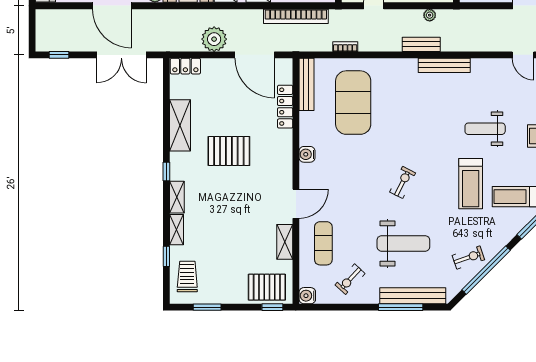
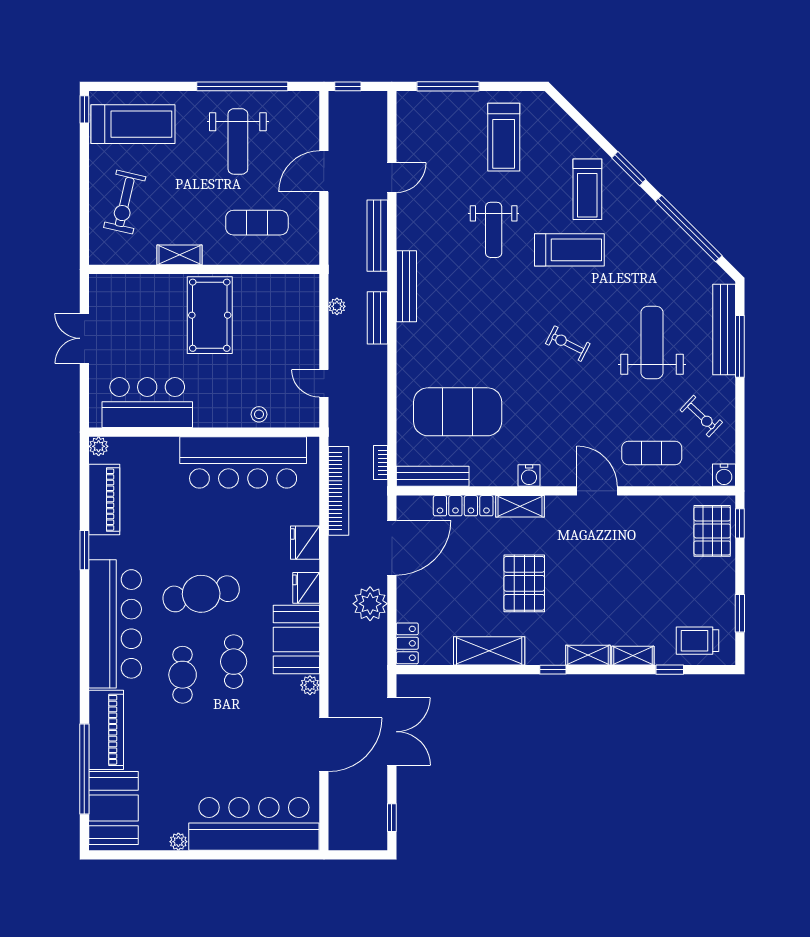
bench: (481, 44) -> (377, 236), added
bookcase: (345, 47) -> (380, 463), moved
shelving: (285, 242) -> (520, 506), moved
exercise bike: (468, 258) -> (671, 253), removed

